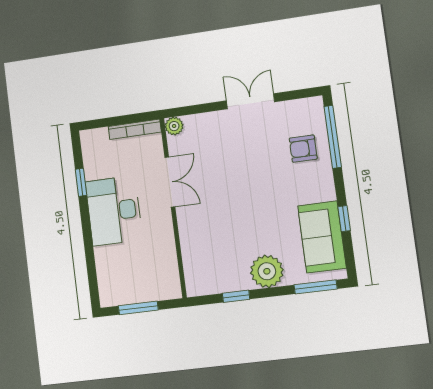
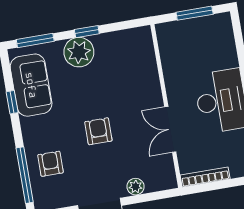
plant: (174, 126) -> (136, 187), moved
armchair: (303, 149) -> (50, 164), turned -90
armchair: (248, 183) -> (98, 131), added
window: (236, 296) -> (87, 32), moved

